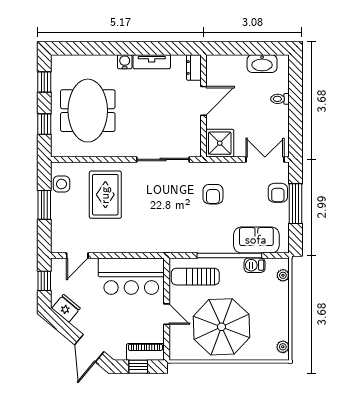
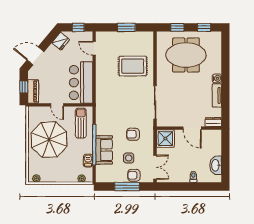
side table: (61, 184) -> (129, 158), moved
sofa: (256, 240) -> (104, 150), moved
door: (167, 314) -> (57, 105), hinge flipped

